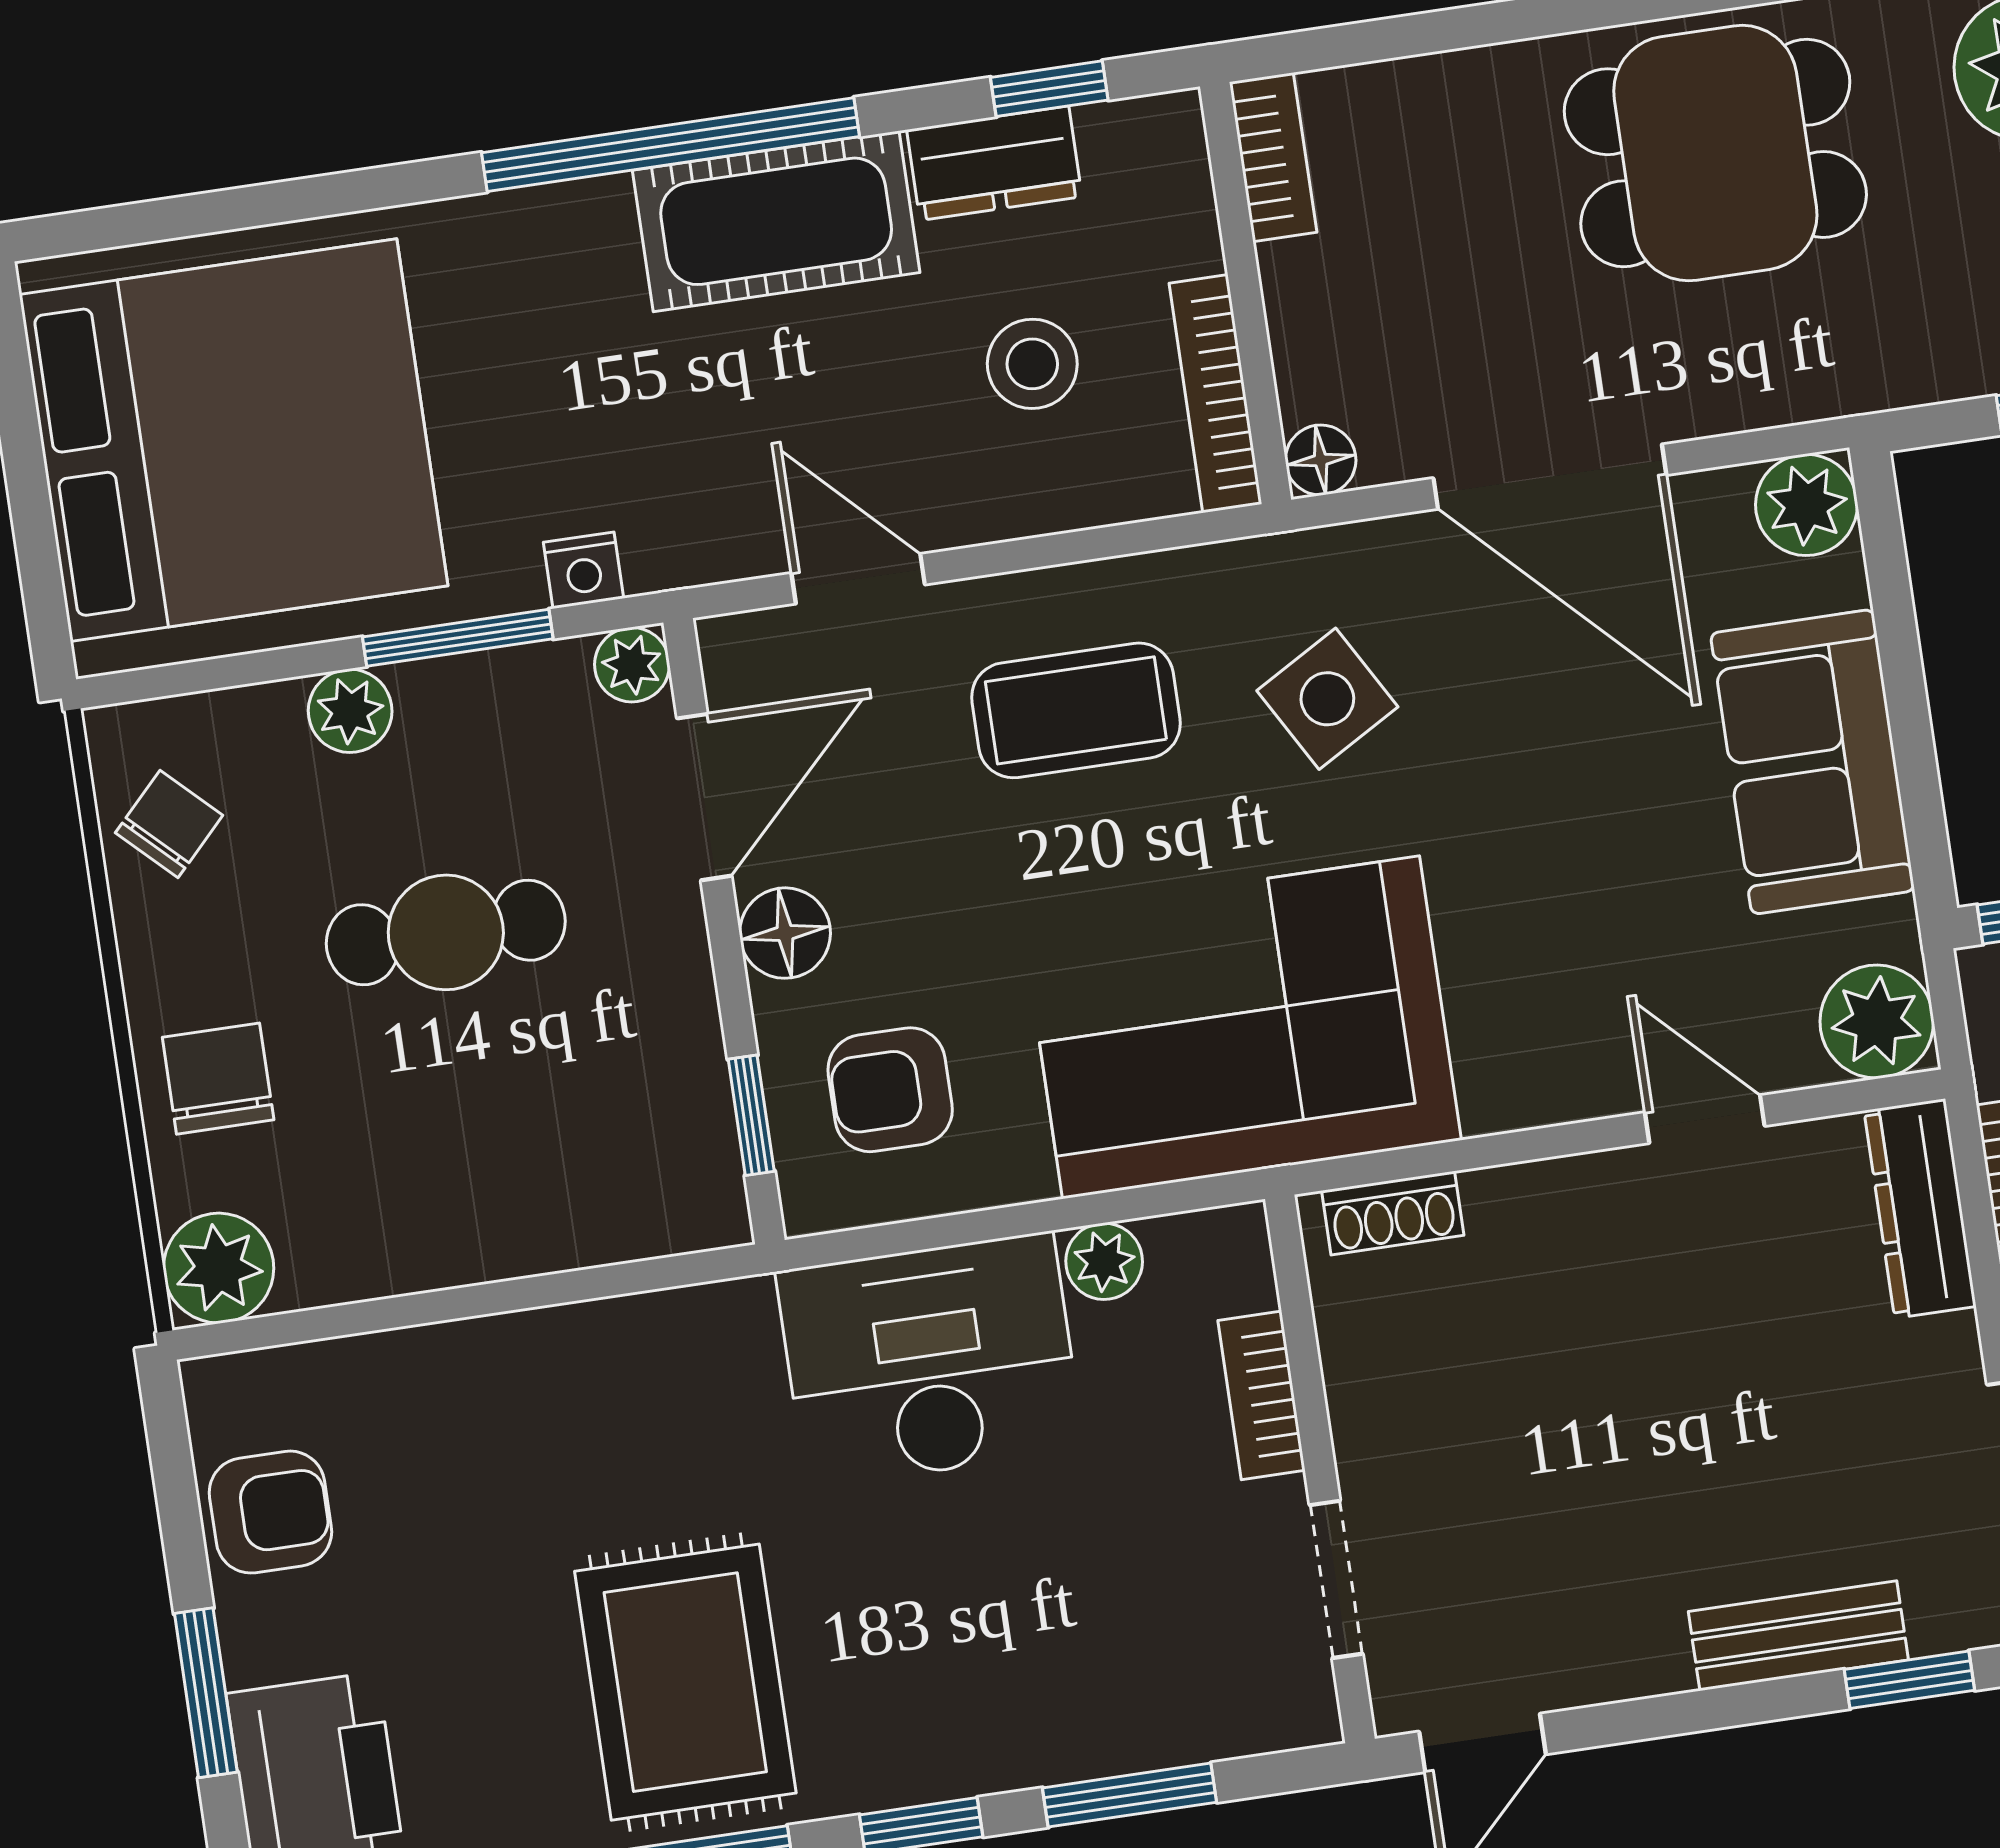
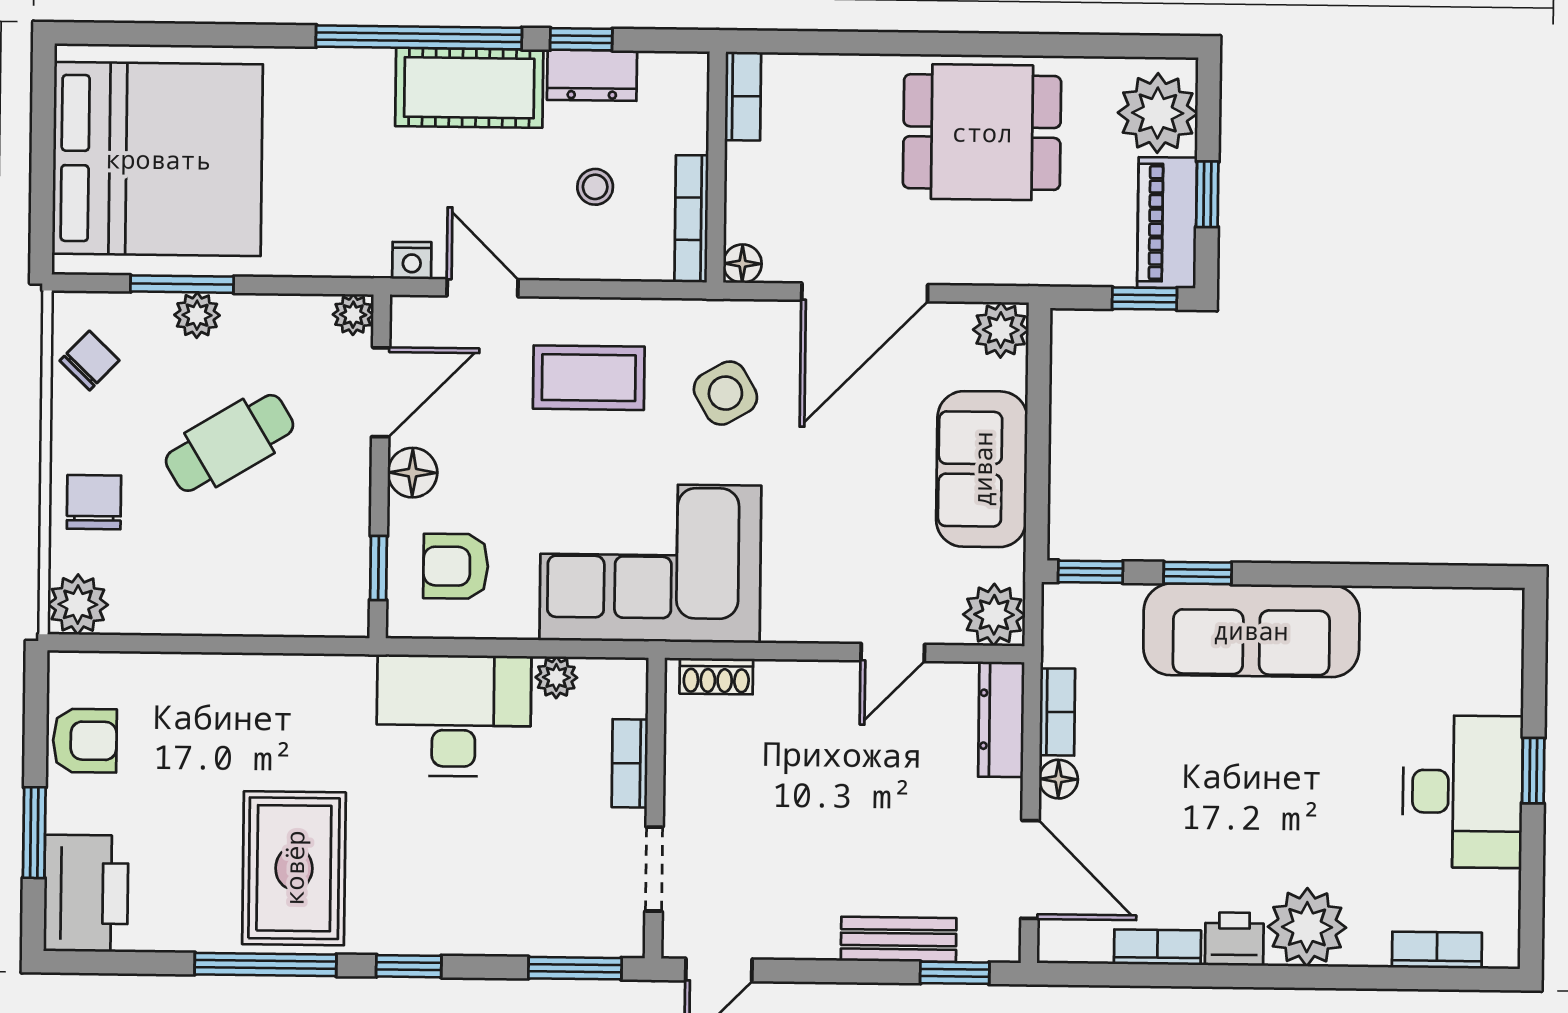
window: (1049, 89) -> (581, 39), moved
stool: (1032, 364) -> (595, 187), width x0.73, depth x0.73
door: (1550, 477) -> (865, 292), hinge flipped
nightstand: (583, 570) -> (412, 260), moved
window: (458, 638) -> (182, 284), moved
cafe table: (446, 932) -> (229, 443), turned -31
door: (1705, 1119) -> (893, 653), swing flipped
window: (1130, 1795) -> (575, 968), moved

